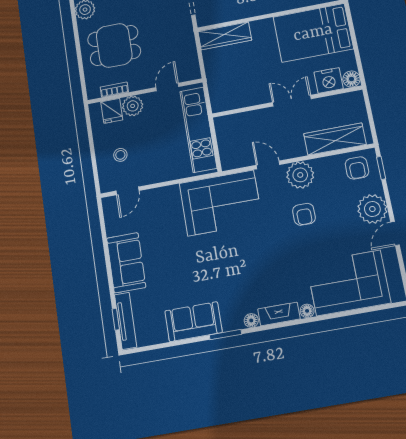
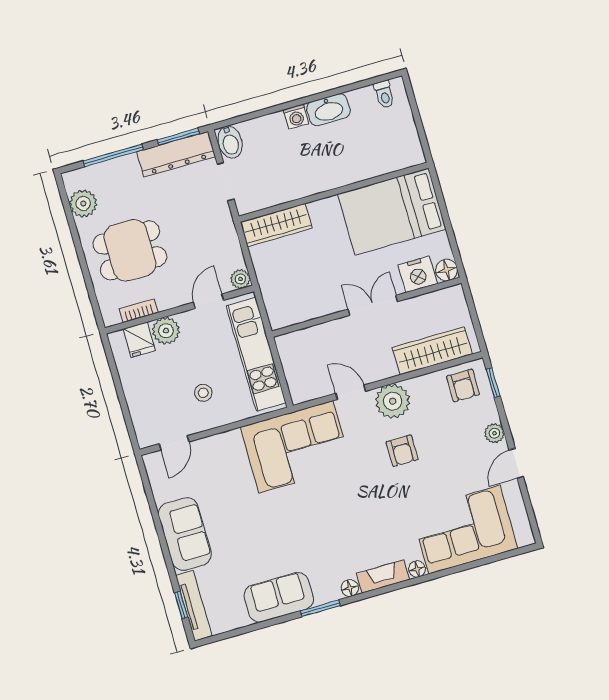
plant: (193, 73) -> (240, 279), added
stool: (120, 155) -> (203, 393), moved
plant: (372, 209) -> (494, 433), width x0.53, depth x0.53

